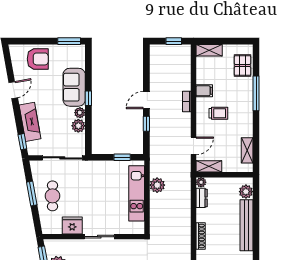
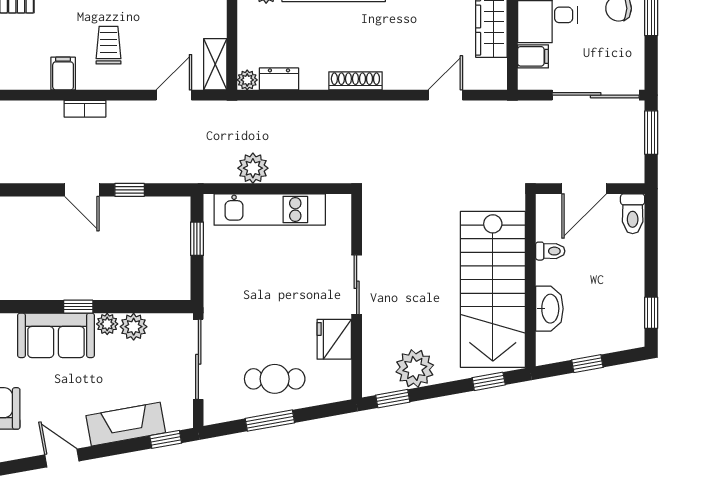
door: (193, 146) -> (174, 95), hinge flipped

